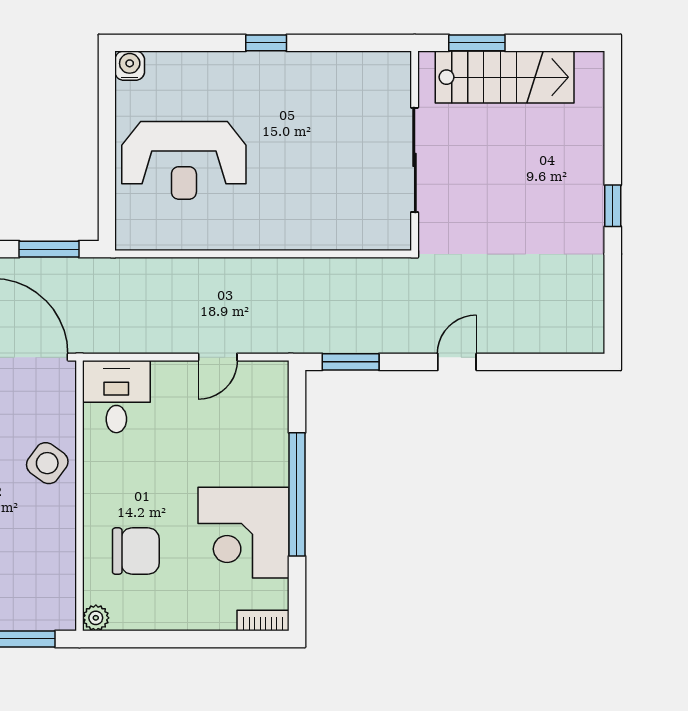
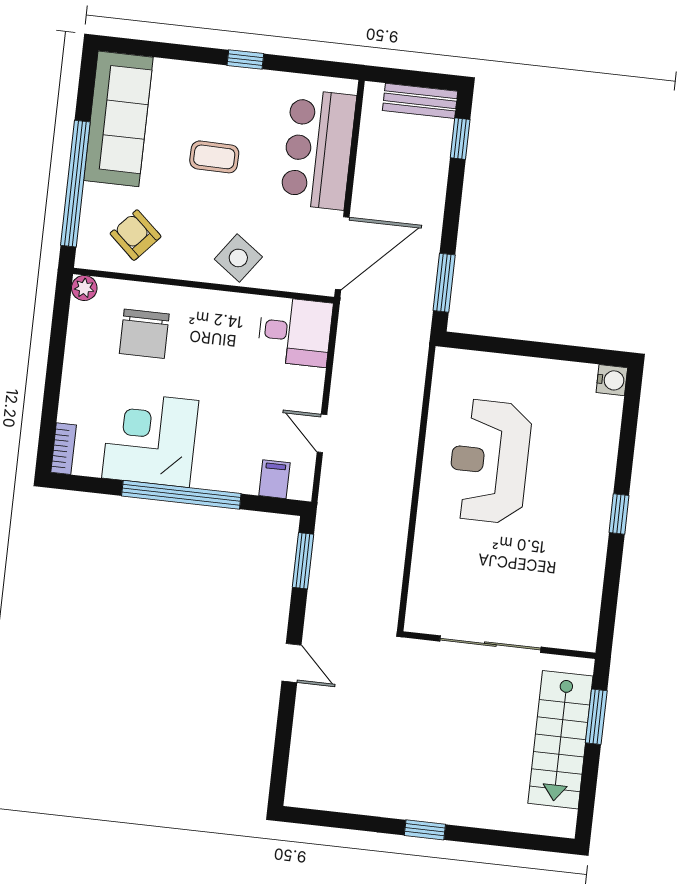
reception desk: (184, 160) -> (489, 461), moved
filing cabinet: (270, 401) -> (274, 479), added
armchair: (36, 571) -> (136, 235), added

